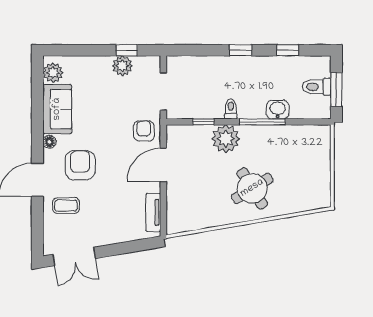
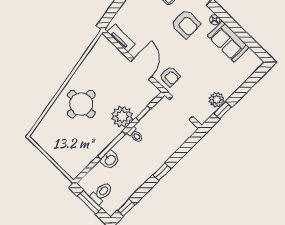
window: (288, 50) -> (126, 208), moved
plant: (53, 73) -> (250, 59), removed
round table: (252, 188) -> (81, 104), turned 32

